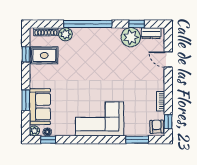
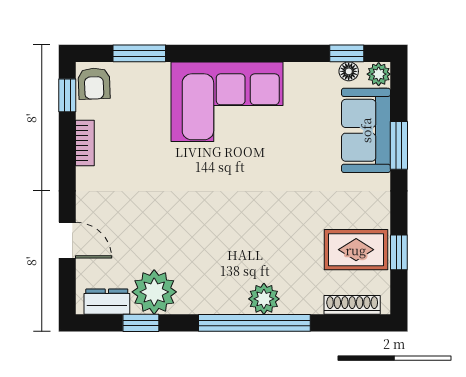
plant: (66, 34) -> (264, 299), moved

